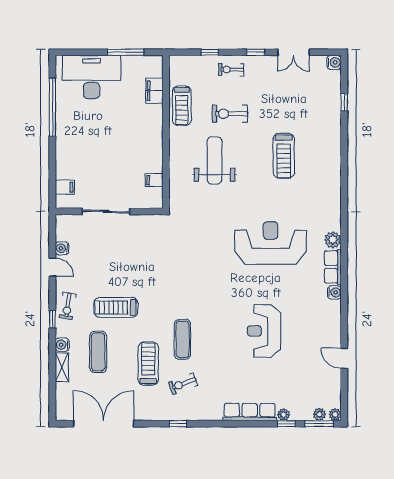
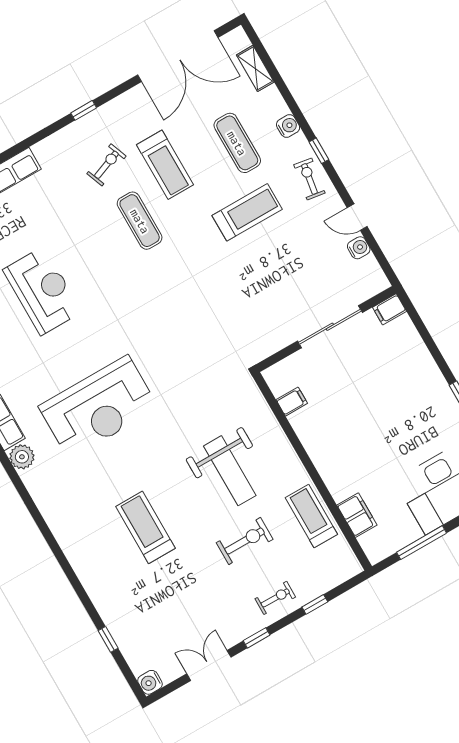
filing cabinet: (65, 187) -> (389, 309), moved
shelving: (62, 367) -> (255, 68), moved

